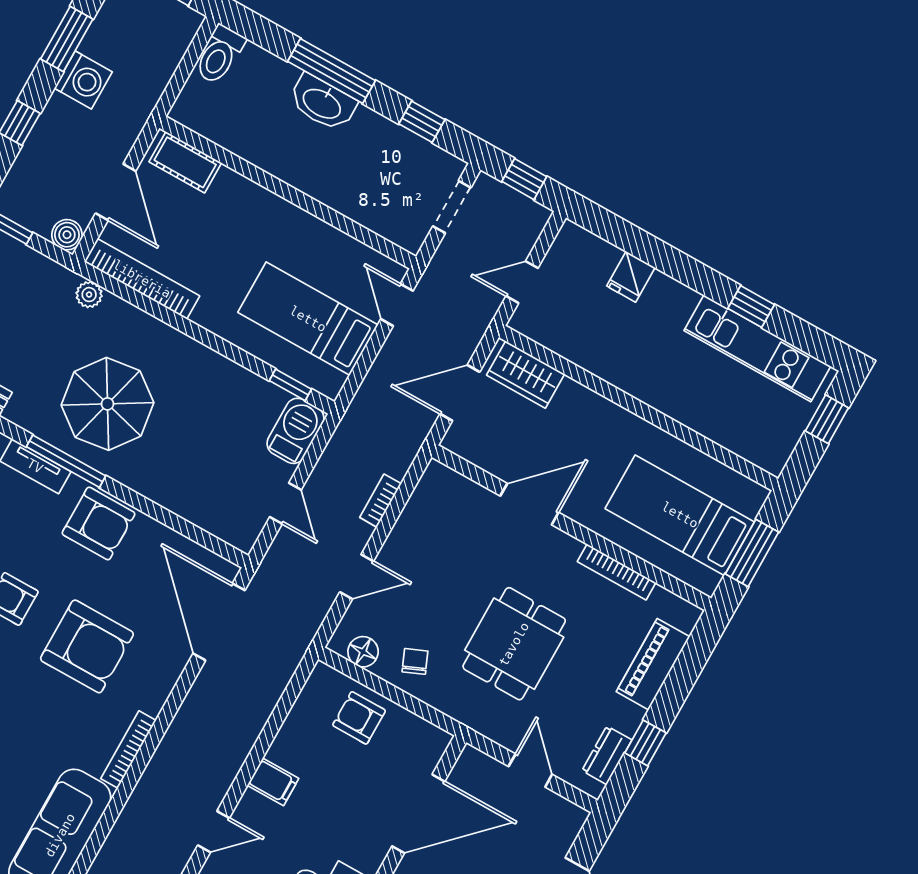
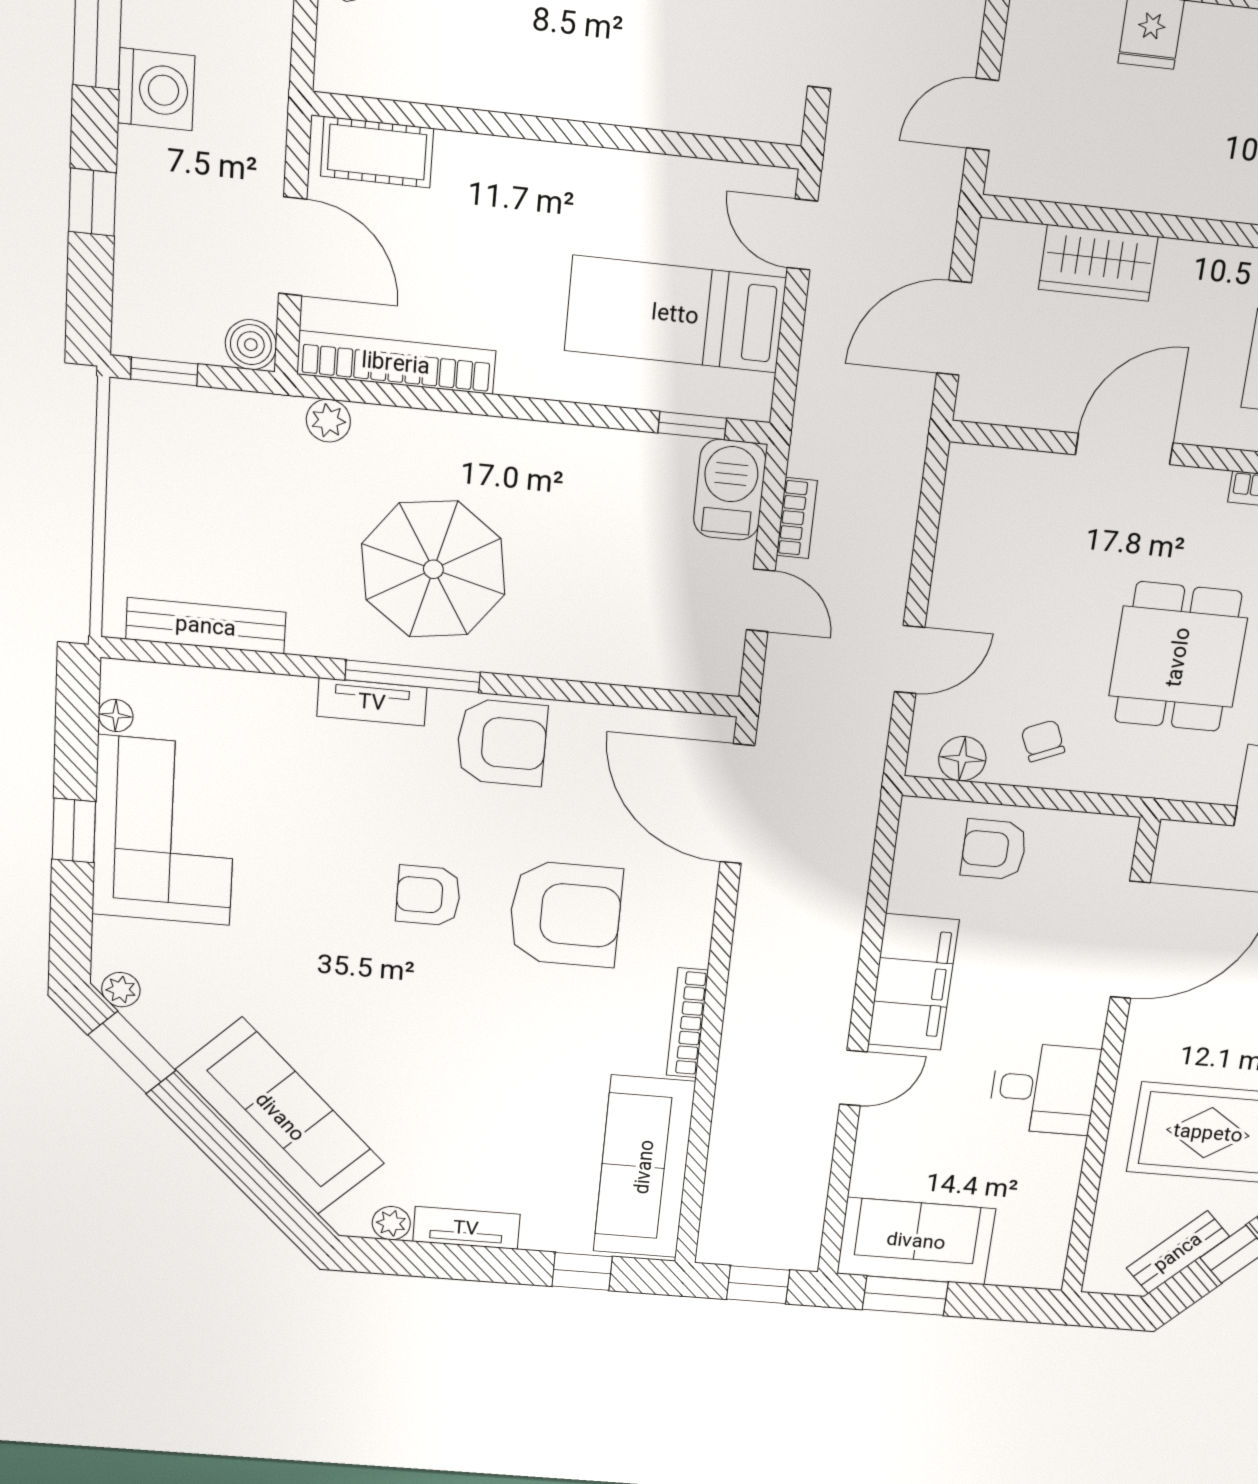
wardrobe: (526, 375) -> (1098, 263), moved
bookcase: (380, 501) -> (797, 518), moved, turned 180
filing cabinet: (273, 782) -> (913, 982), width x3.00, depth x1.17

